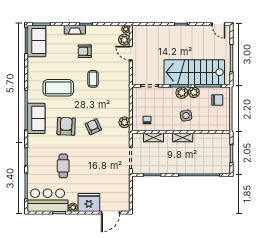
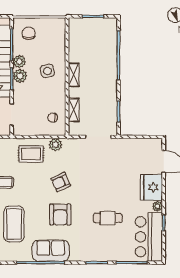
rug: (117, 102) -> (31, 154), added
armchair: (66, 126) -> (60, 215), turned -92

